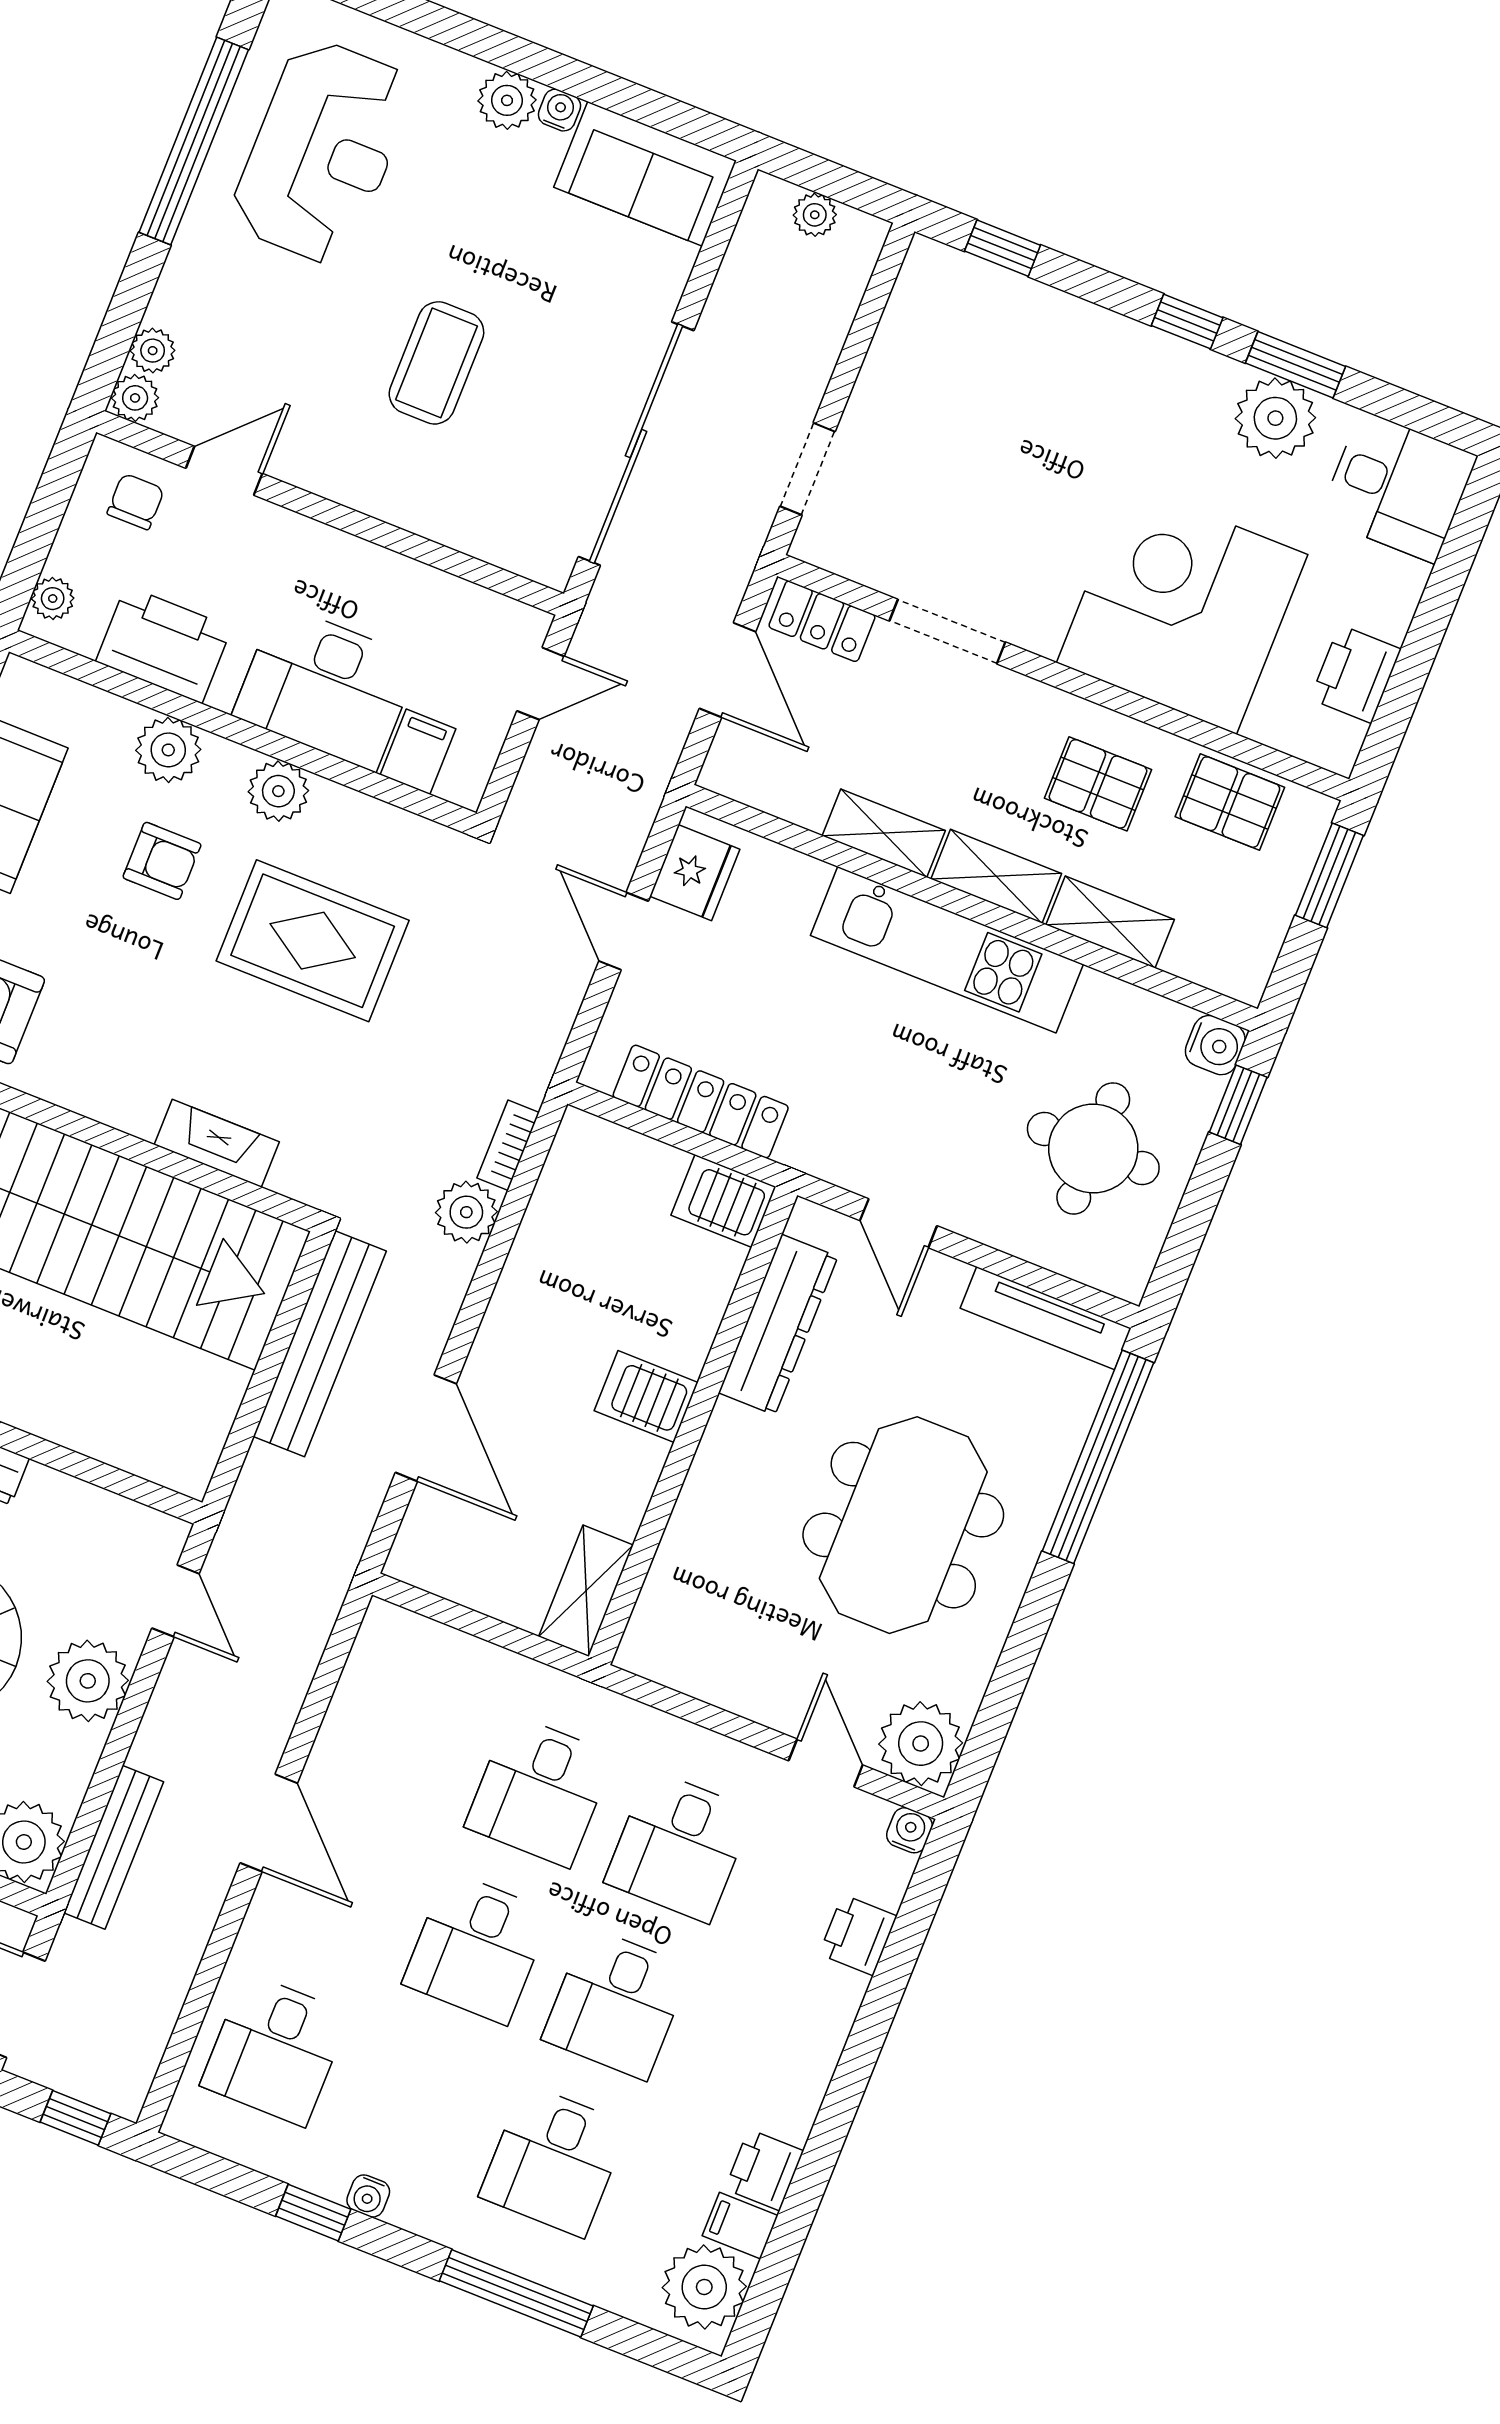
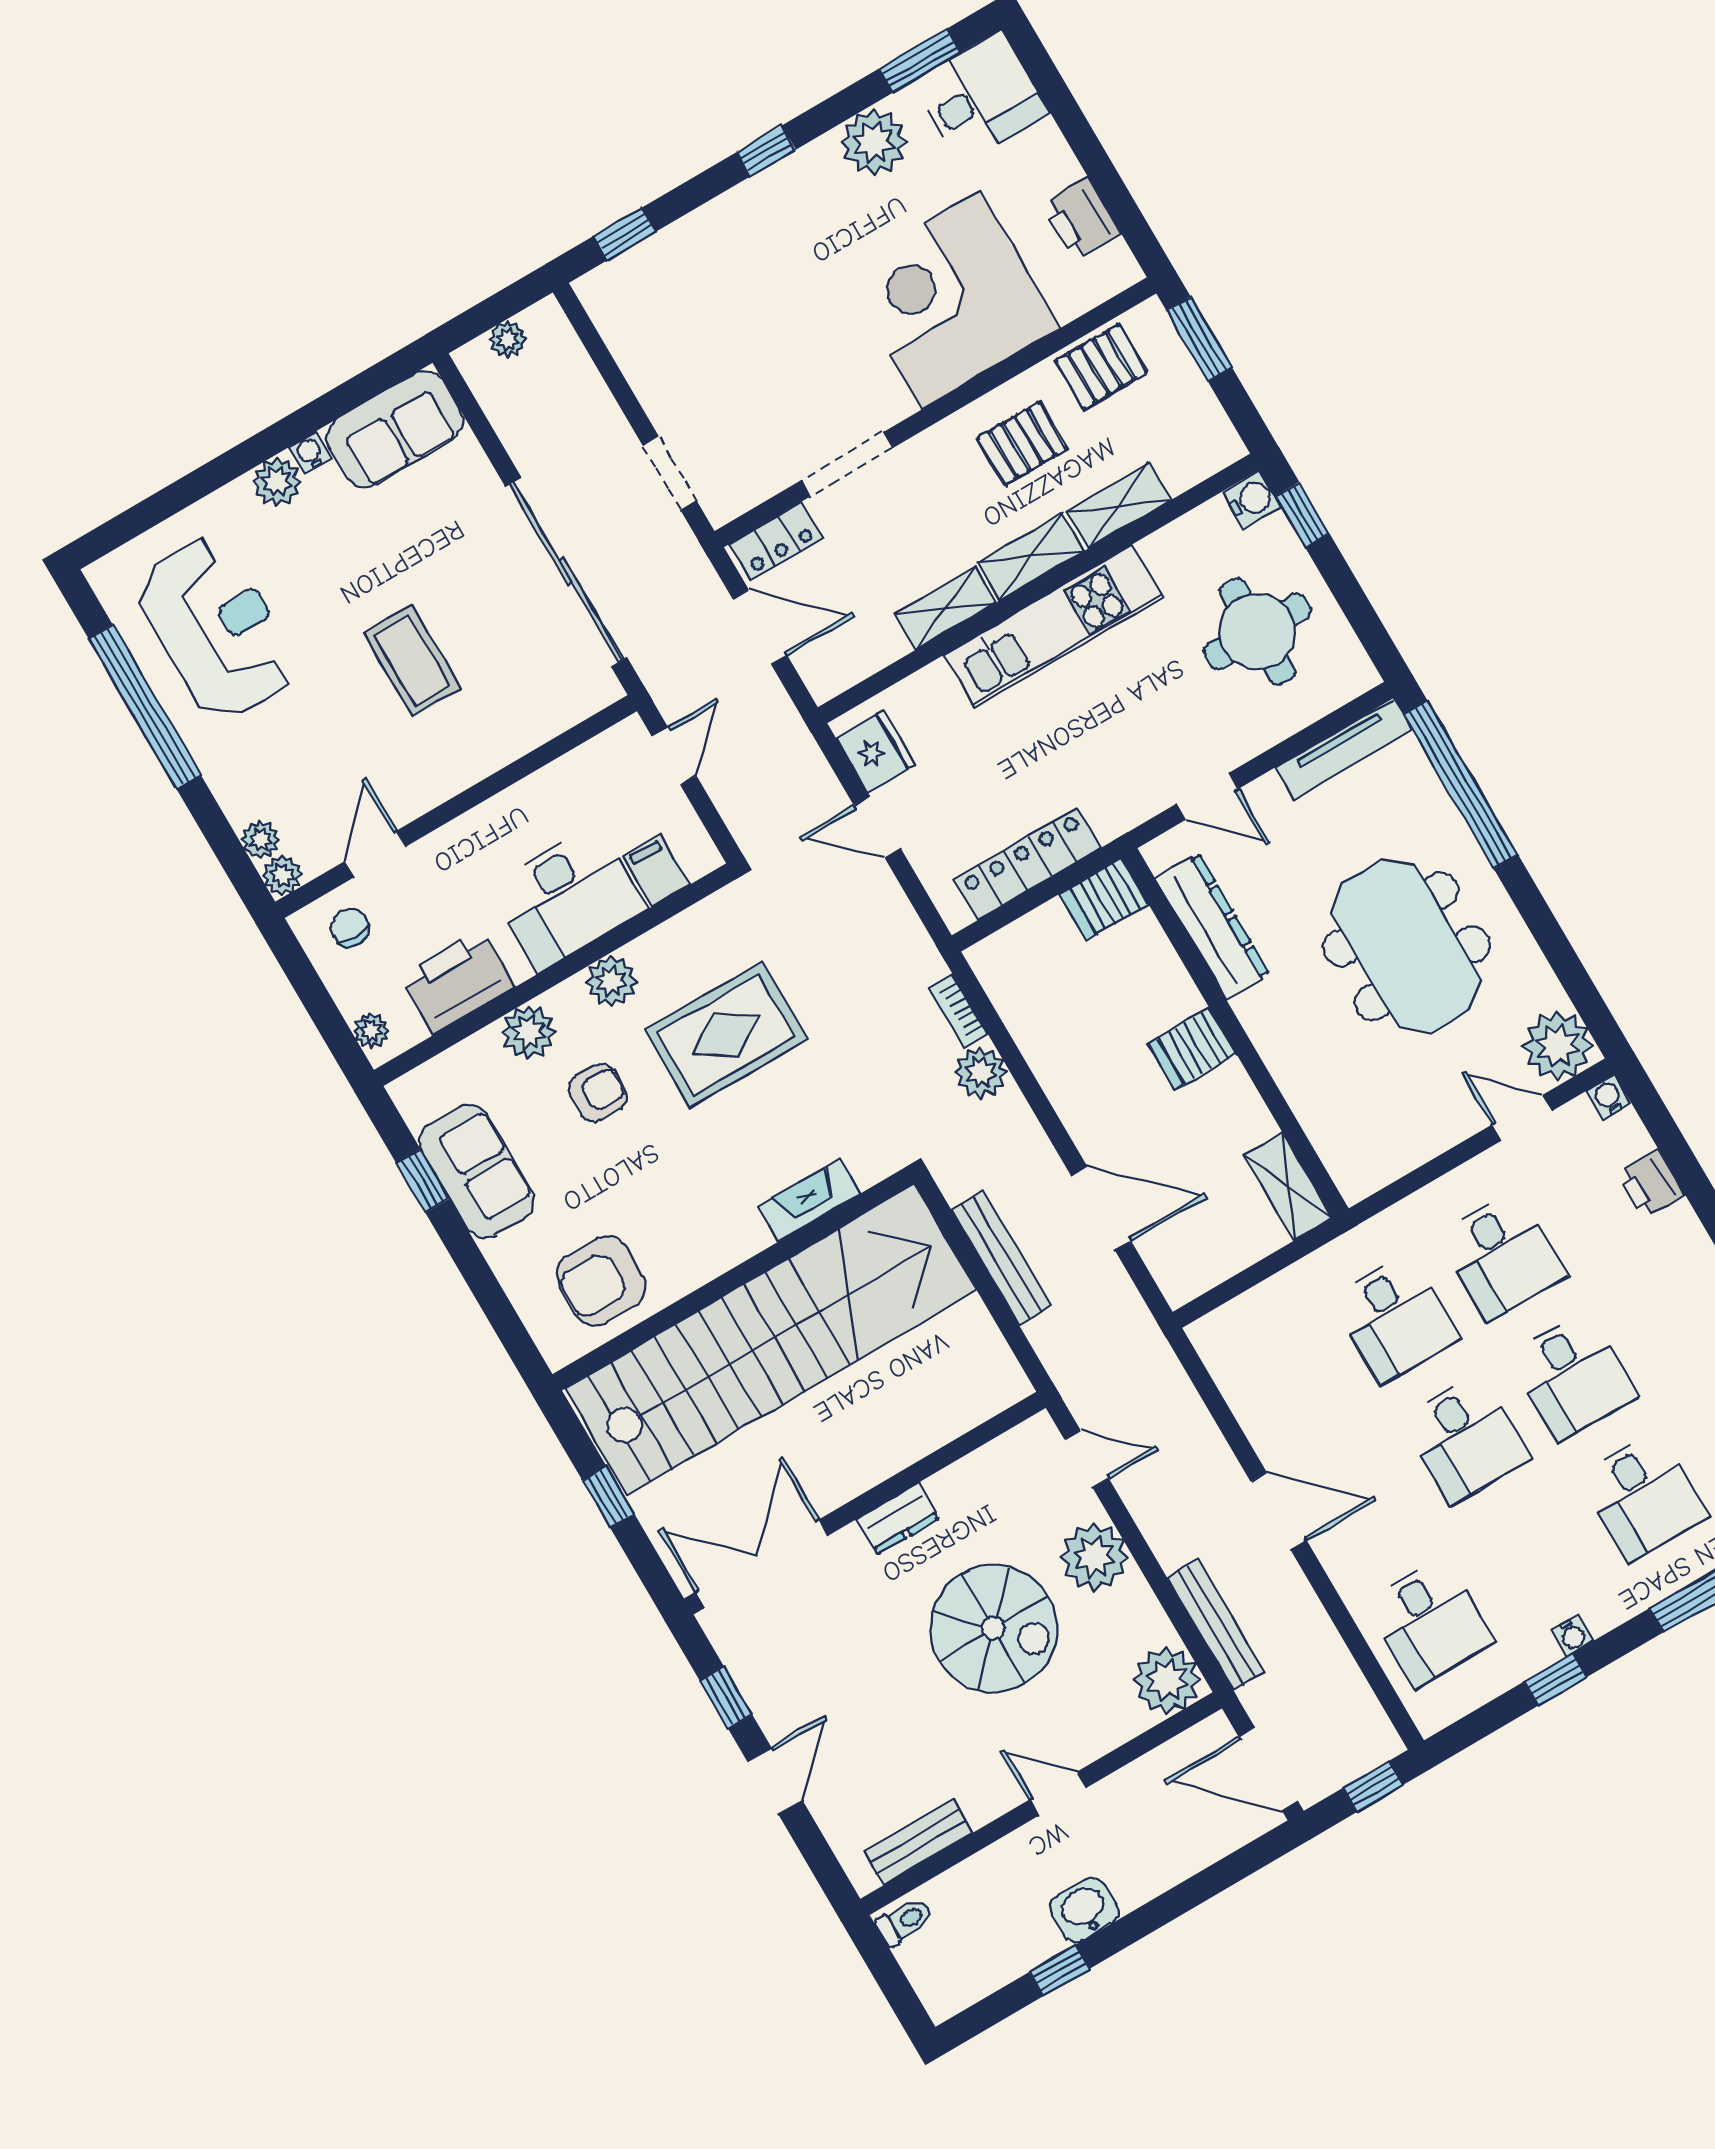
window: (1295, 365) -> (919, 61), moved
bench: (320, 1344) -> (1001, 1258), width x0.73, depth x0.82

